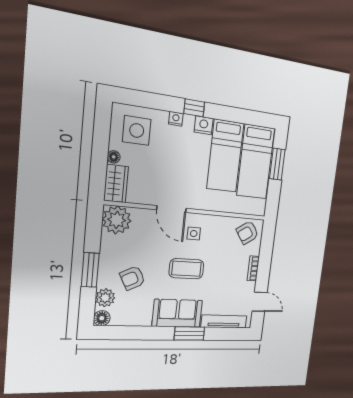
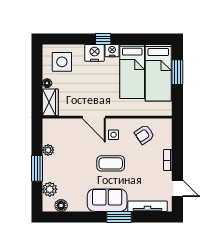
nightstand: (176, 119) -> (95, 53), width x1.89, depth x1.79
plant: (117, 220) -> (48, 150), moved, width x0.53, depth x0.53
armchair: (247, 233) -> (144, 134), moved
armchair: (133, 278) -> (69, 173), removed
floor lamp: (102, 318) -> (61, 205), moved

